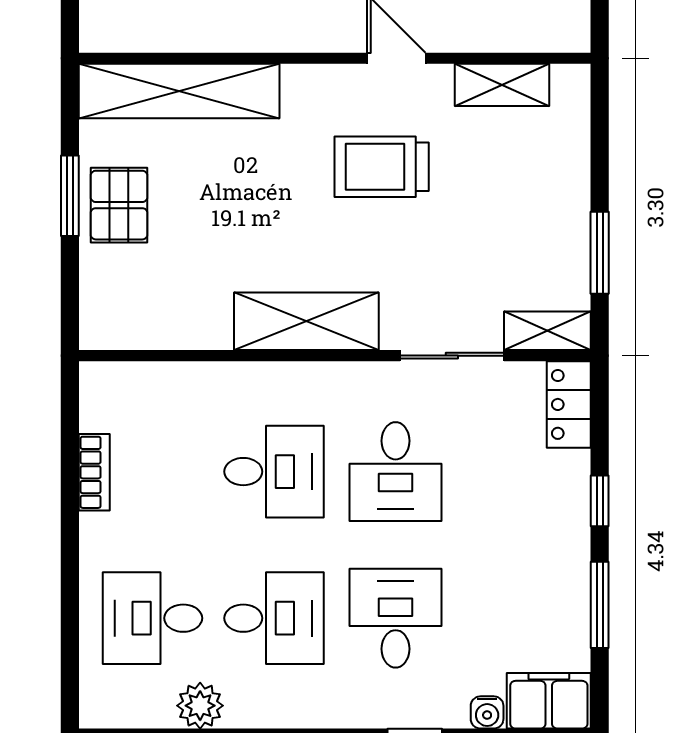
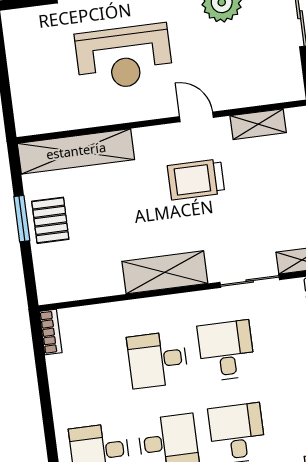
bookcase: (94, 472) -> (51, 332), moved
desk: (274, 472) -> (158, 360), turned 180
desk: (396, 472) -> (226, 351), turned 180

